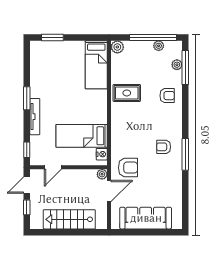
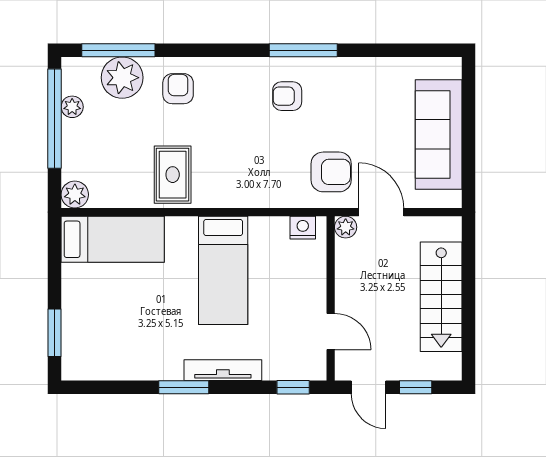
plant: (177, 65) -> (122, 78), width x1.88, depth x1.88
bed: (82, 136) -> (223, 270), moved
armchair: (164, 147) -> (287, 96), turned 90
armchair: (128, 168) -> (331, 172), turned 90

